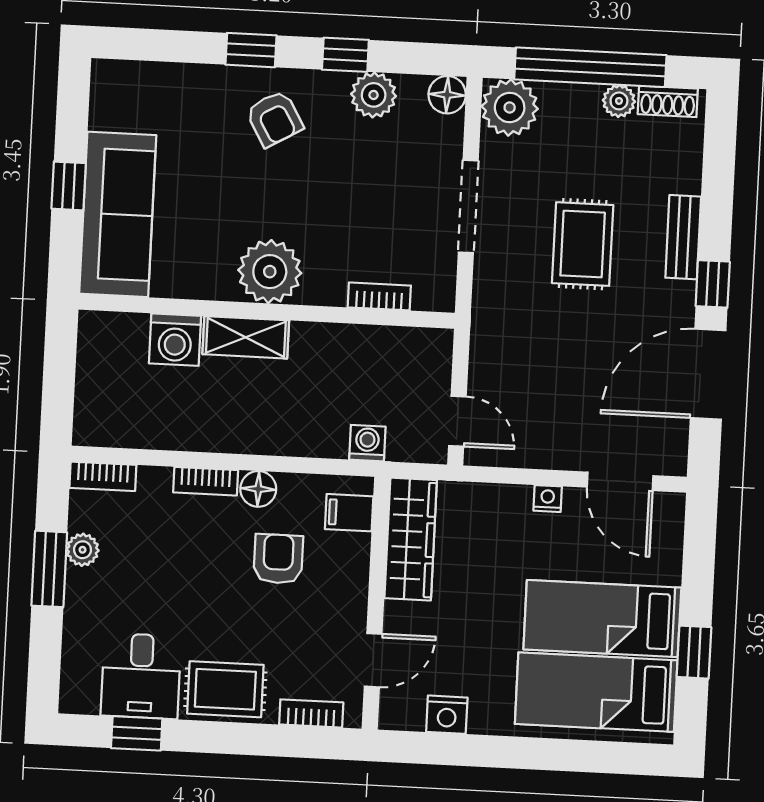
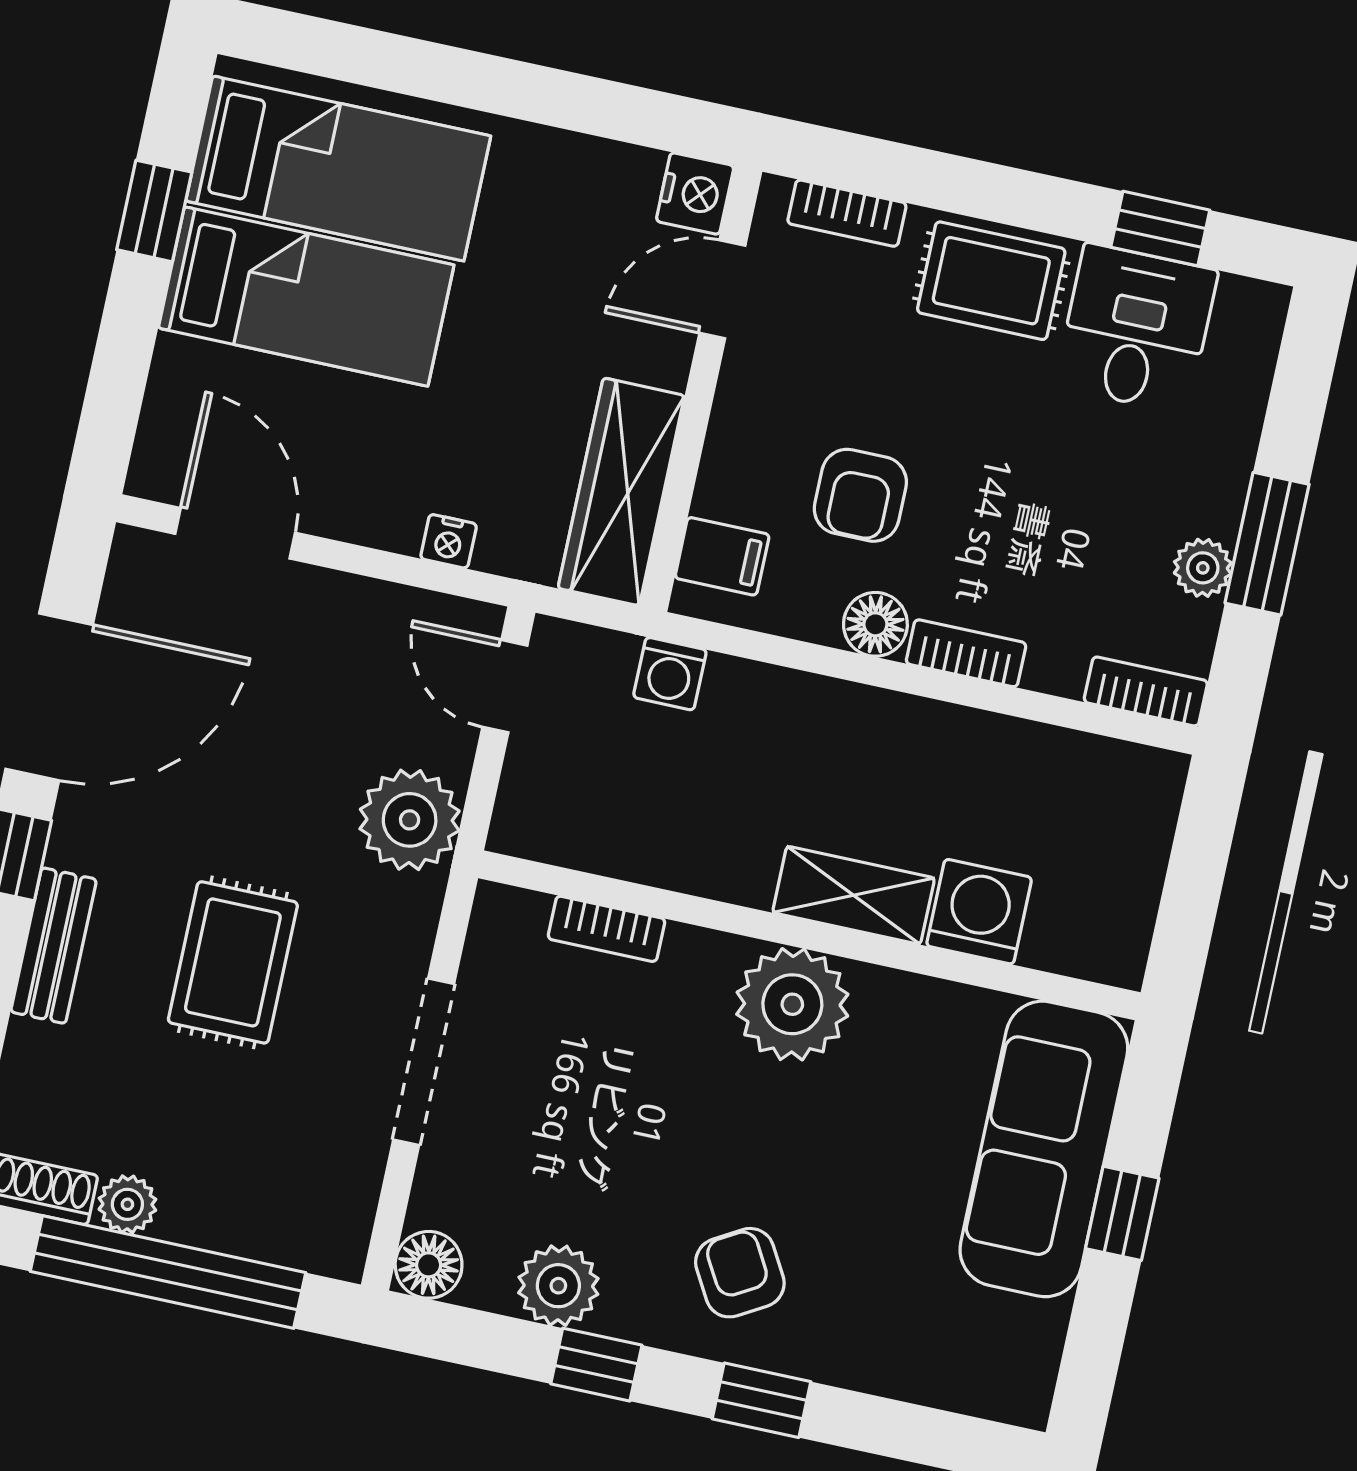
plant: (510, 107) -> (410, 820), moved
nightstand: (548, 499) -> (449, 541), moved
nightstand: (447, 715) -> (695, 194), moved, turned 90

